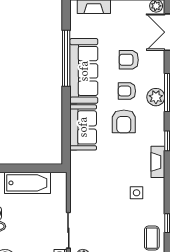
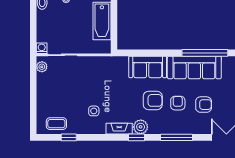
armchair: (129, 60) -> (204, 105), turned 90
plant: (156, 97) -> (141, 127), moved
armchair: (124, 121) -> (153, 100), turned 180

